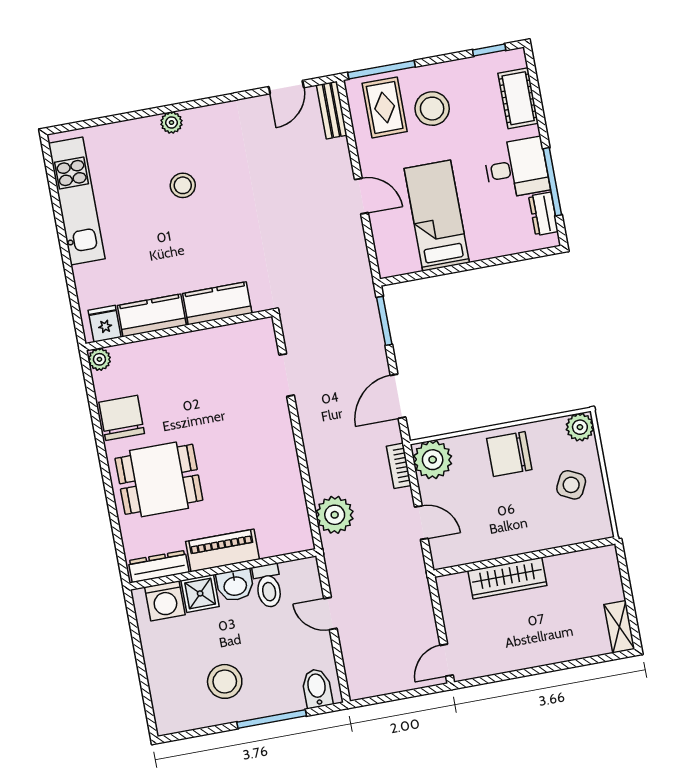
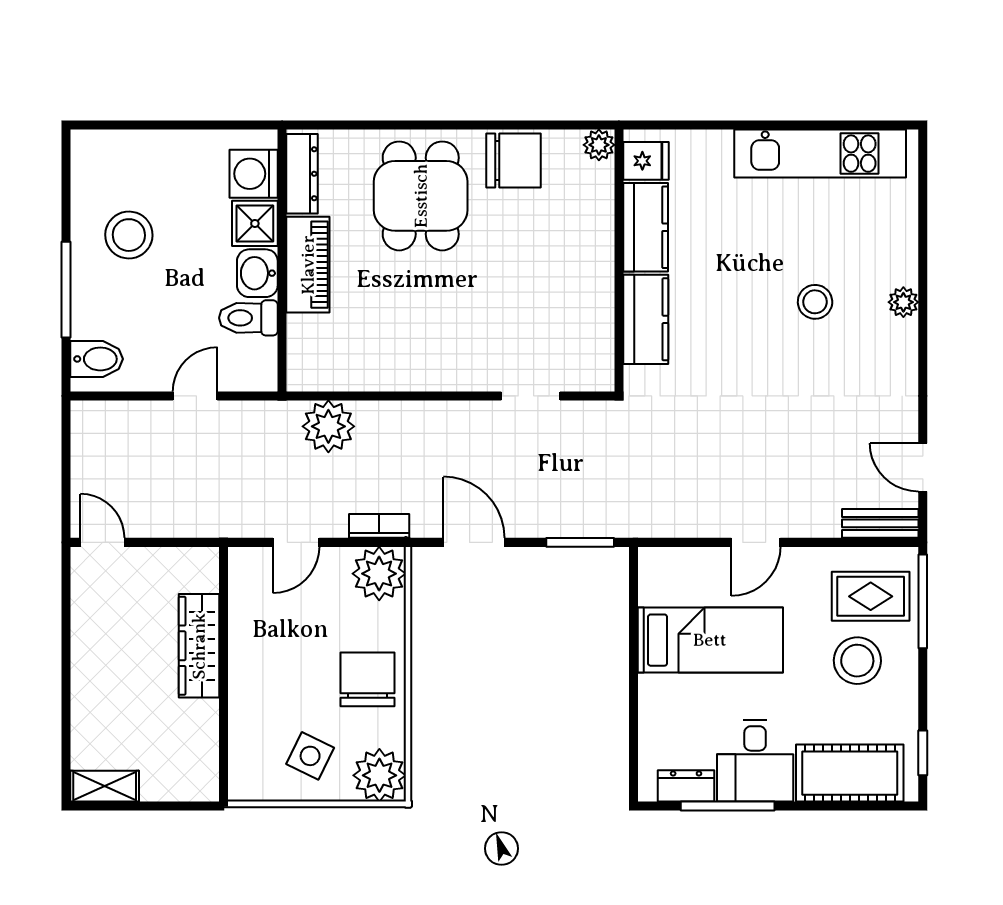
cot: (518, 98) -> (850, 773), width x1.37, depth x1.34
plant: (580, 427) -> (379, 775), width x1.36, depth x1.36

